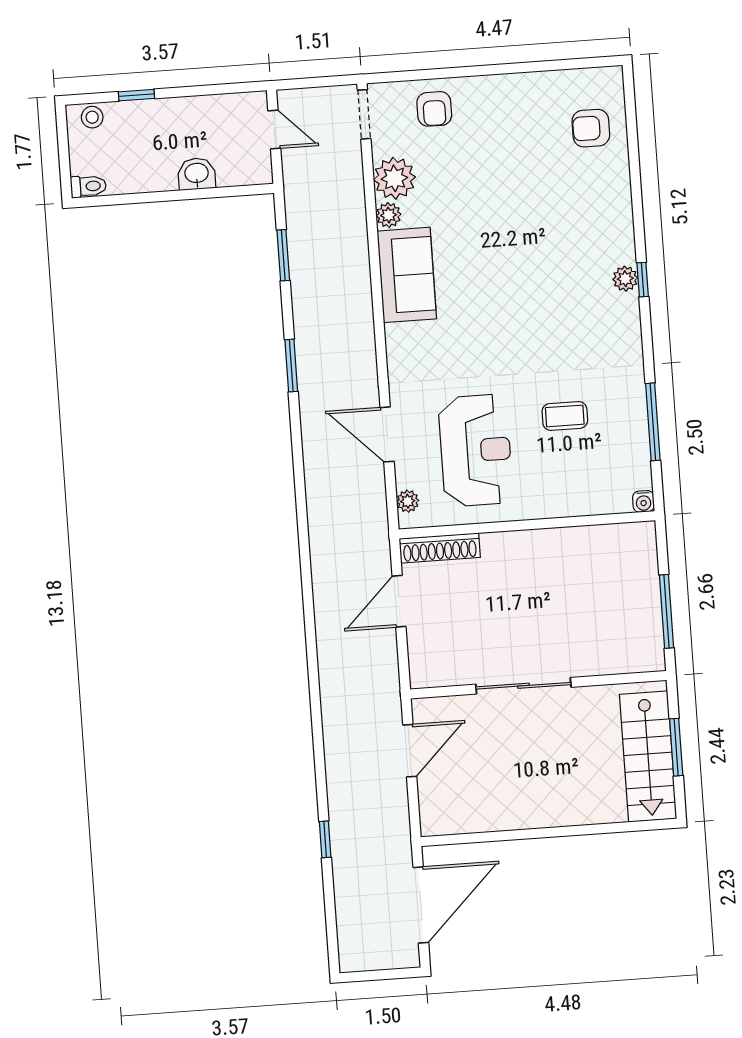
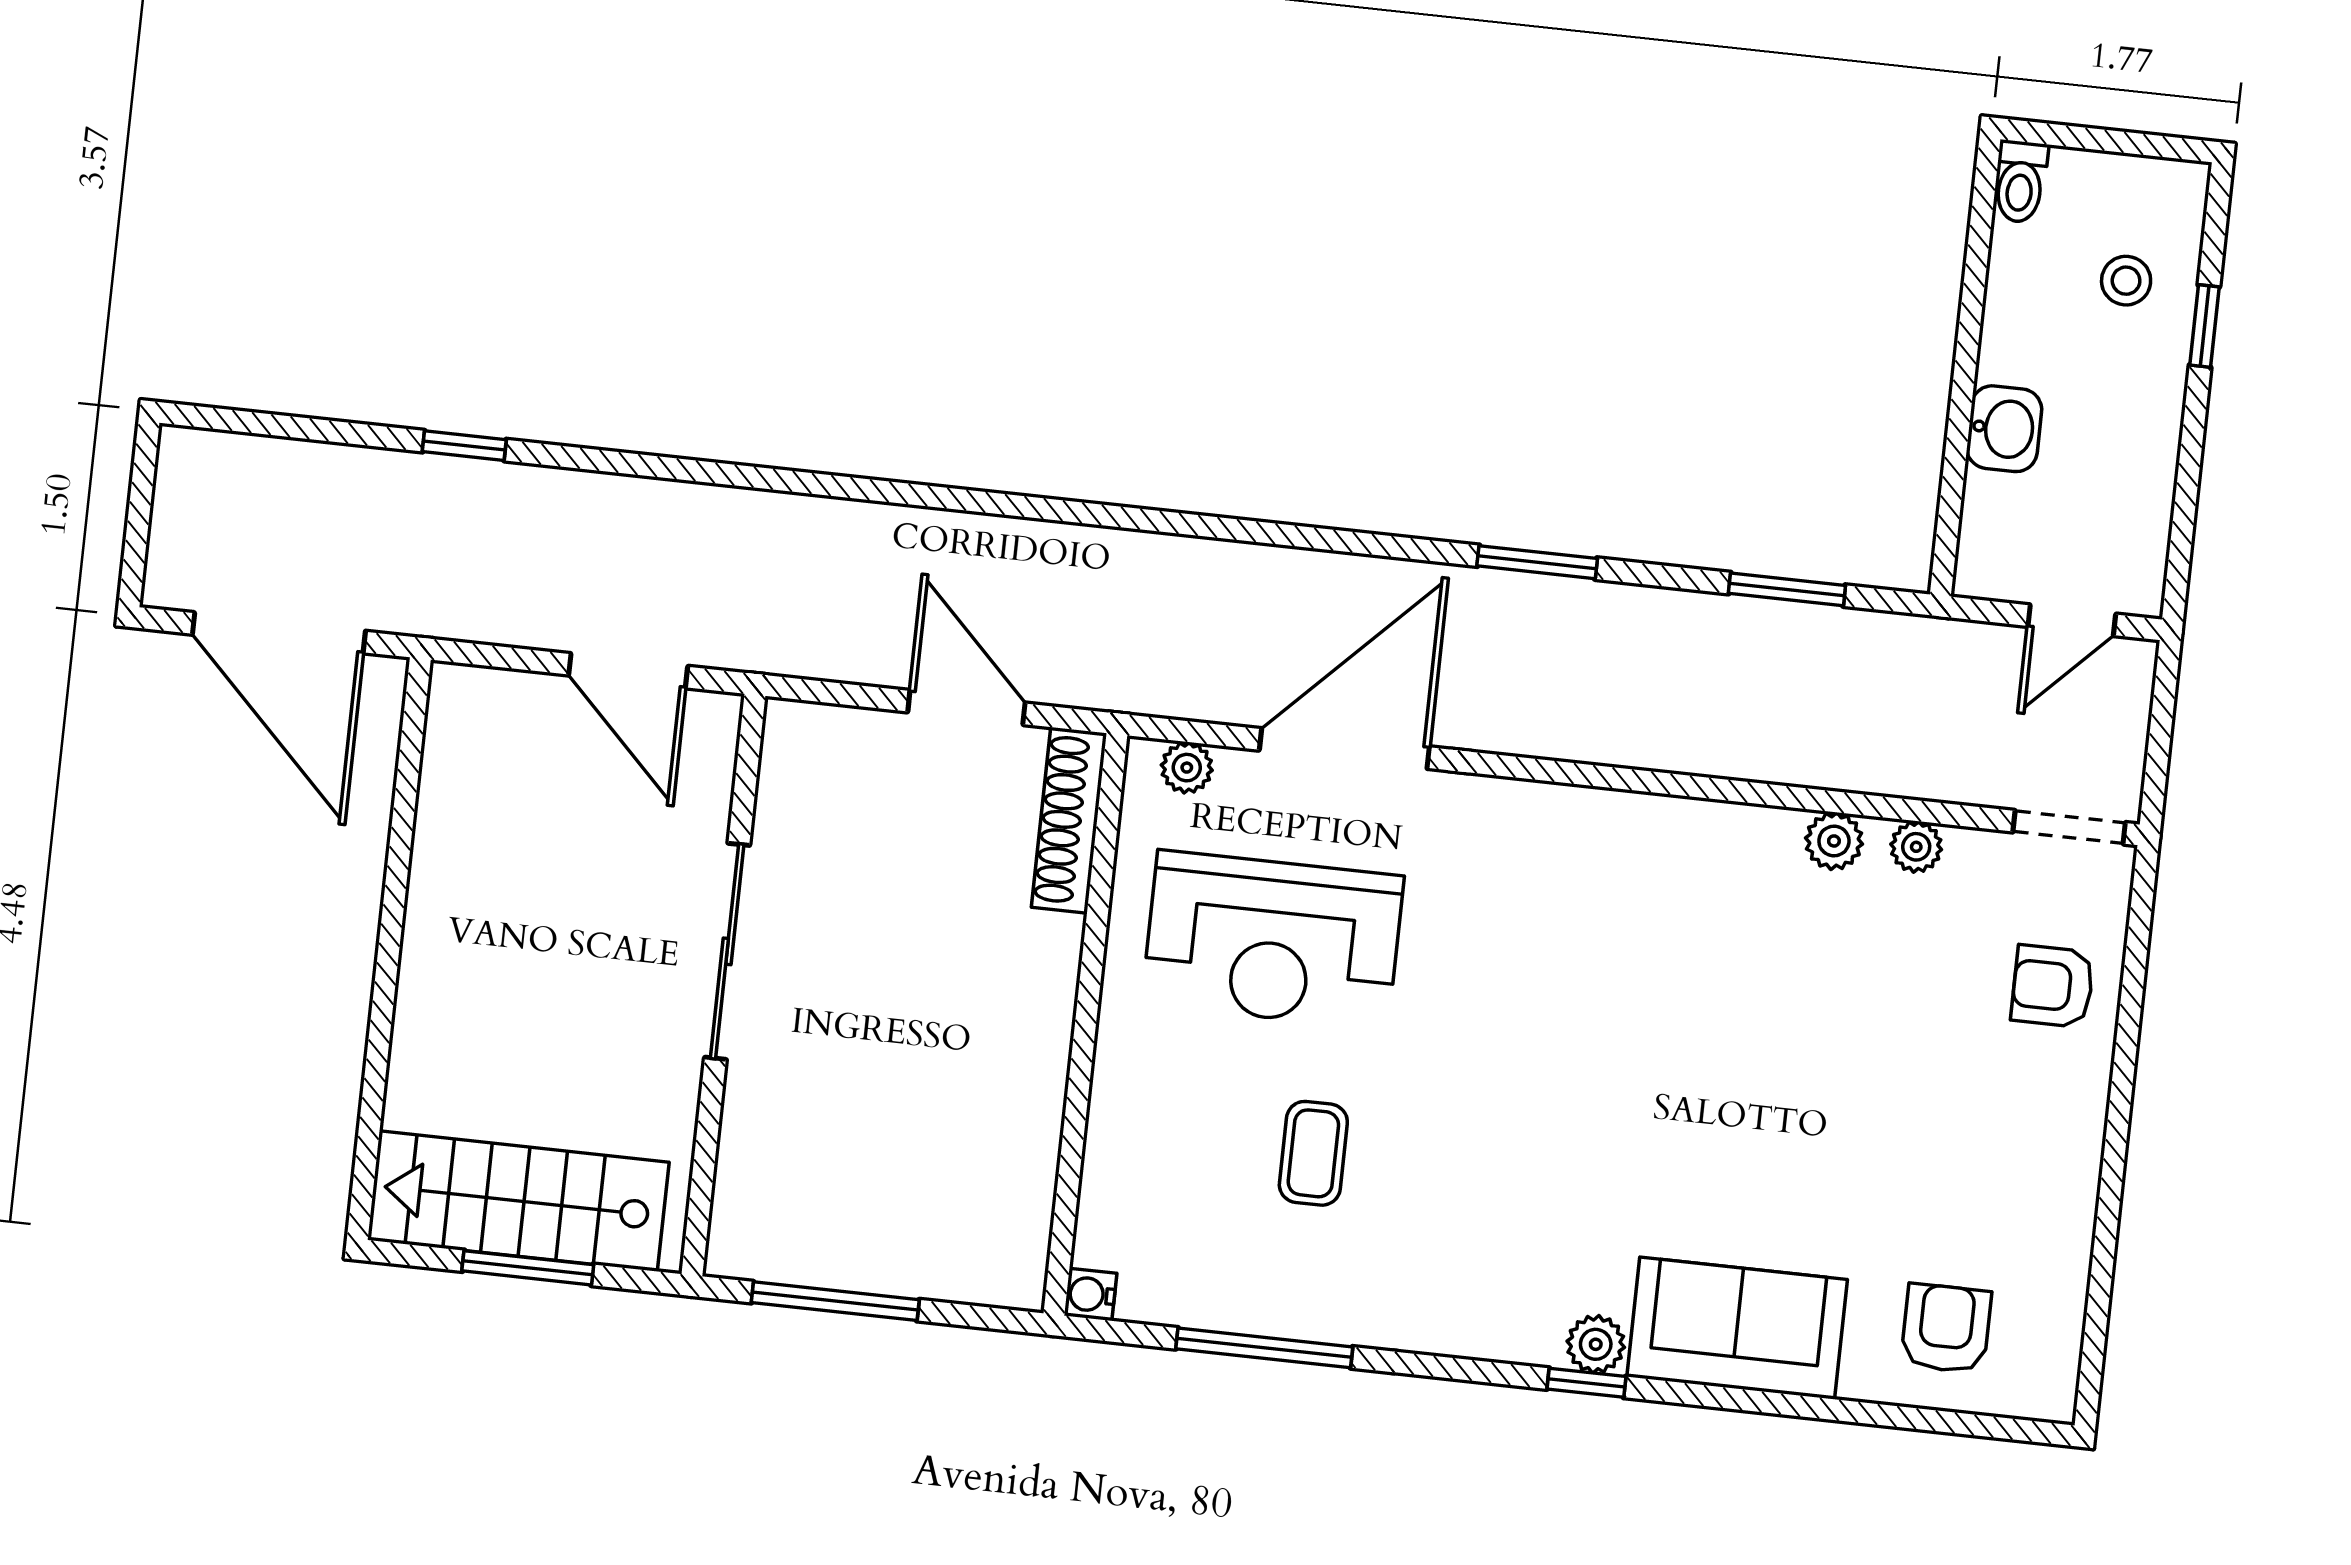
stool: (92, 117) -> (2126, 281), moved
plant: (394, 178) -> (1916, 847), width x0.53, depth x0.53
sofa: (407, 275) -> (1737, 1328), moved, turned 180
door: (387, 434) -> (1344, 748), width x1.36

